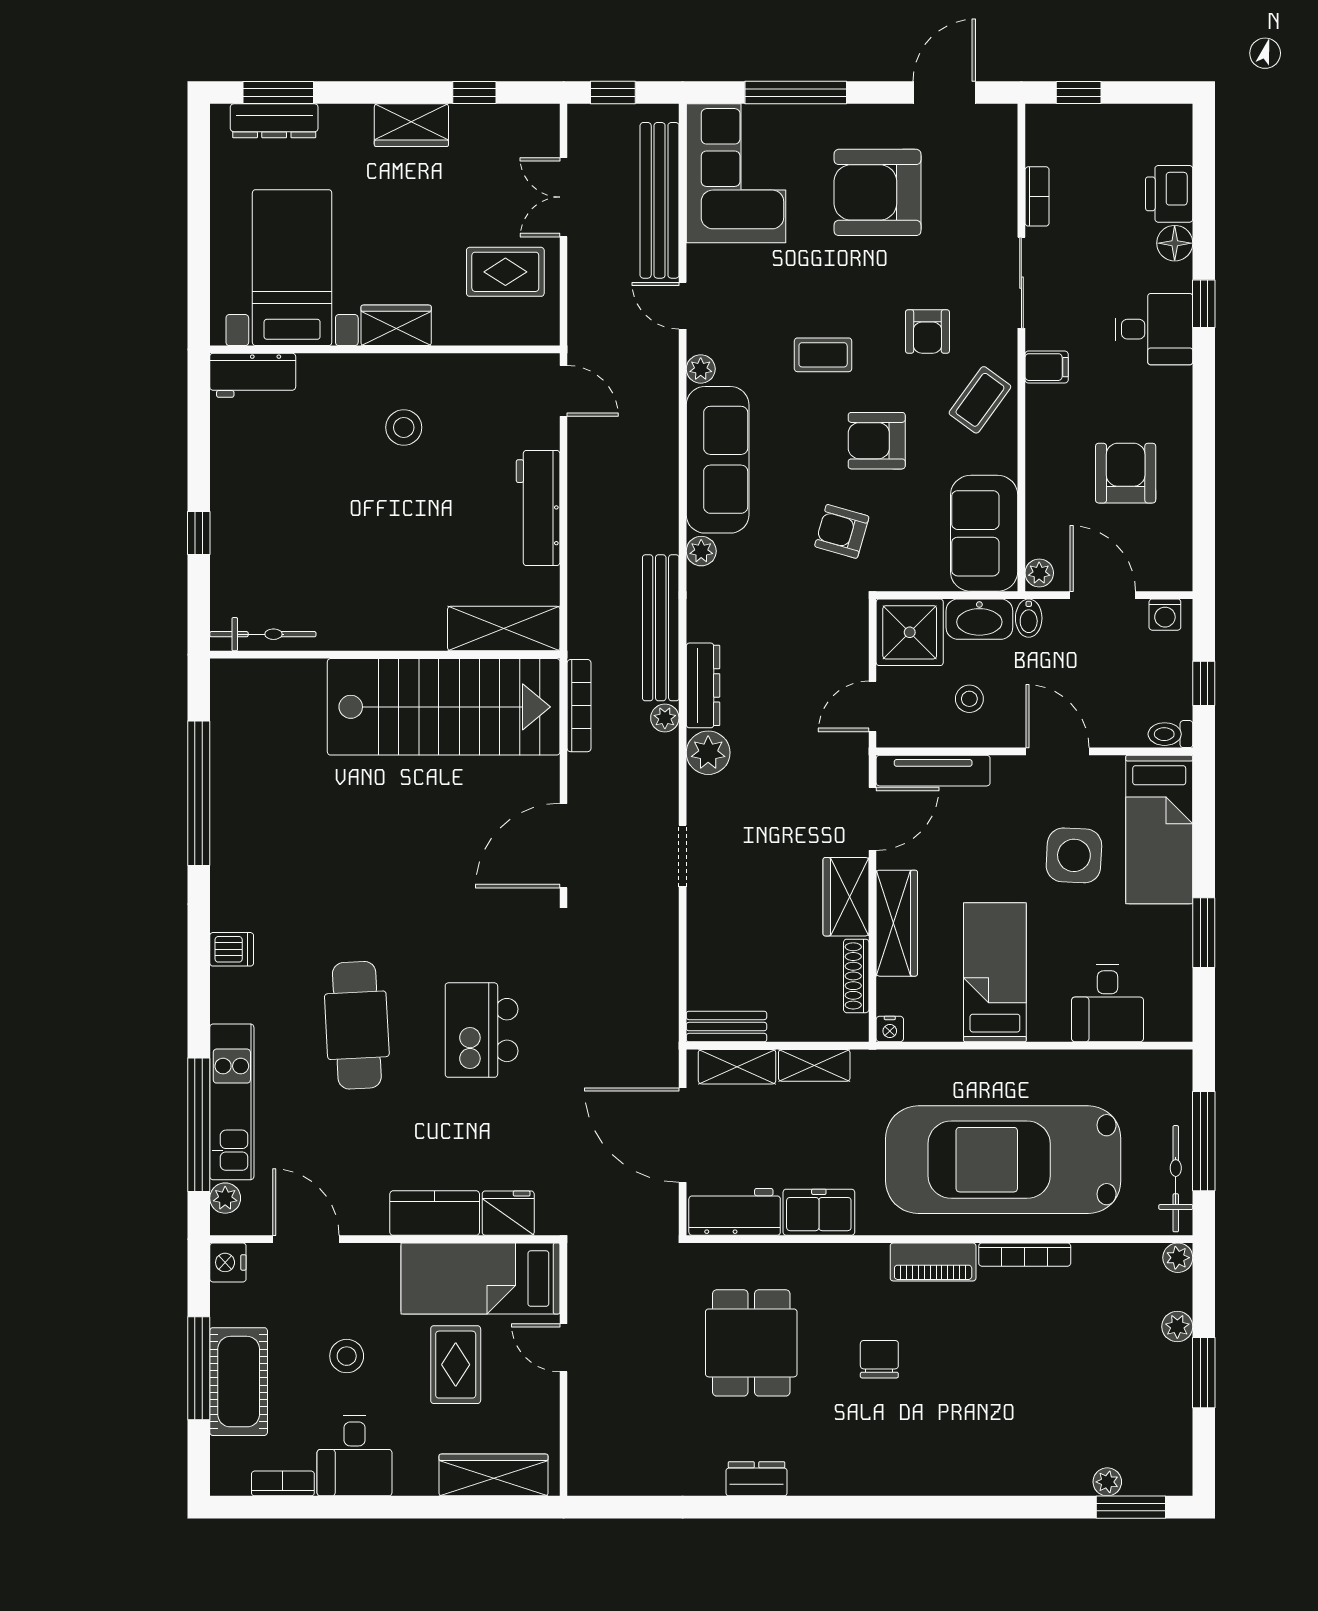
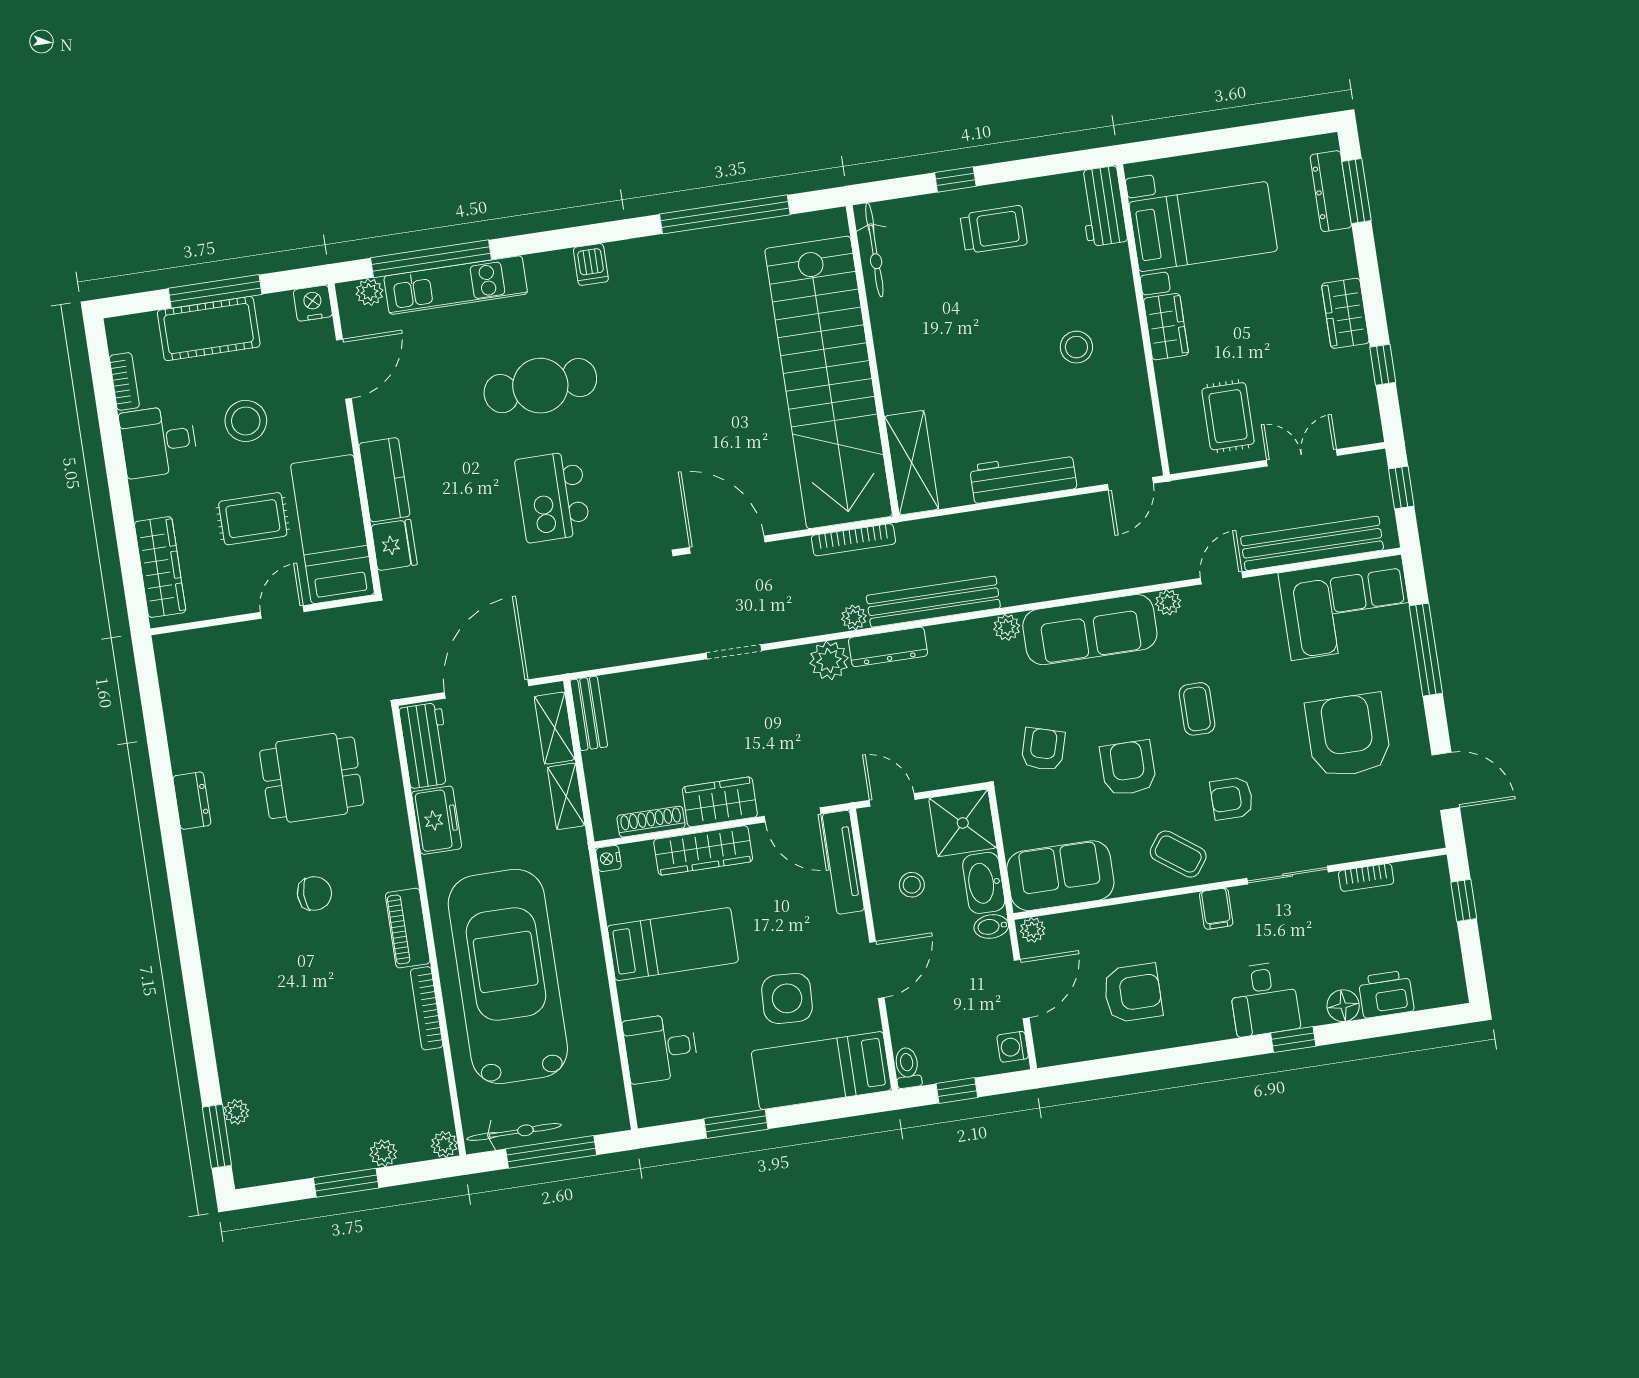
trolley: (260, 499) -> (994, 229), added
stairs: (444, 707) -> (829, 382), width x1.36
kitchen island: (482, 1030) -> (553, 497), turned -90
stool: (347, 1356) -> (246, 421), width x1.38, depth x1.38

